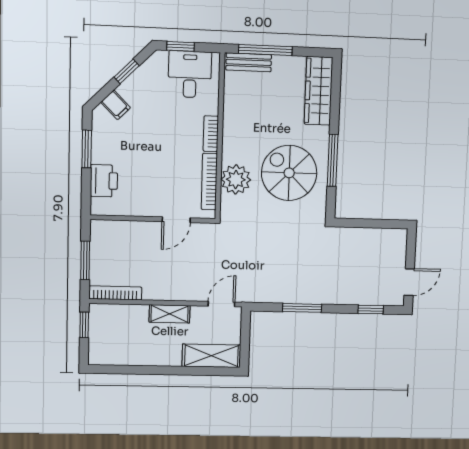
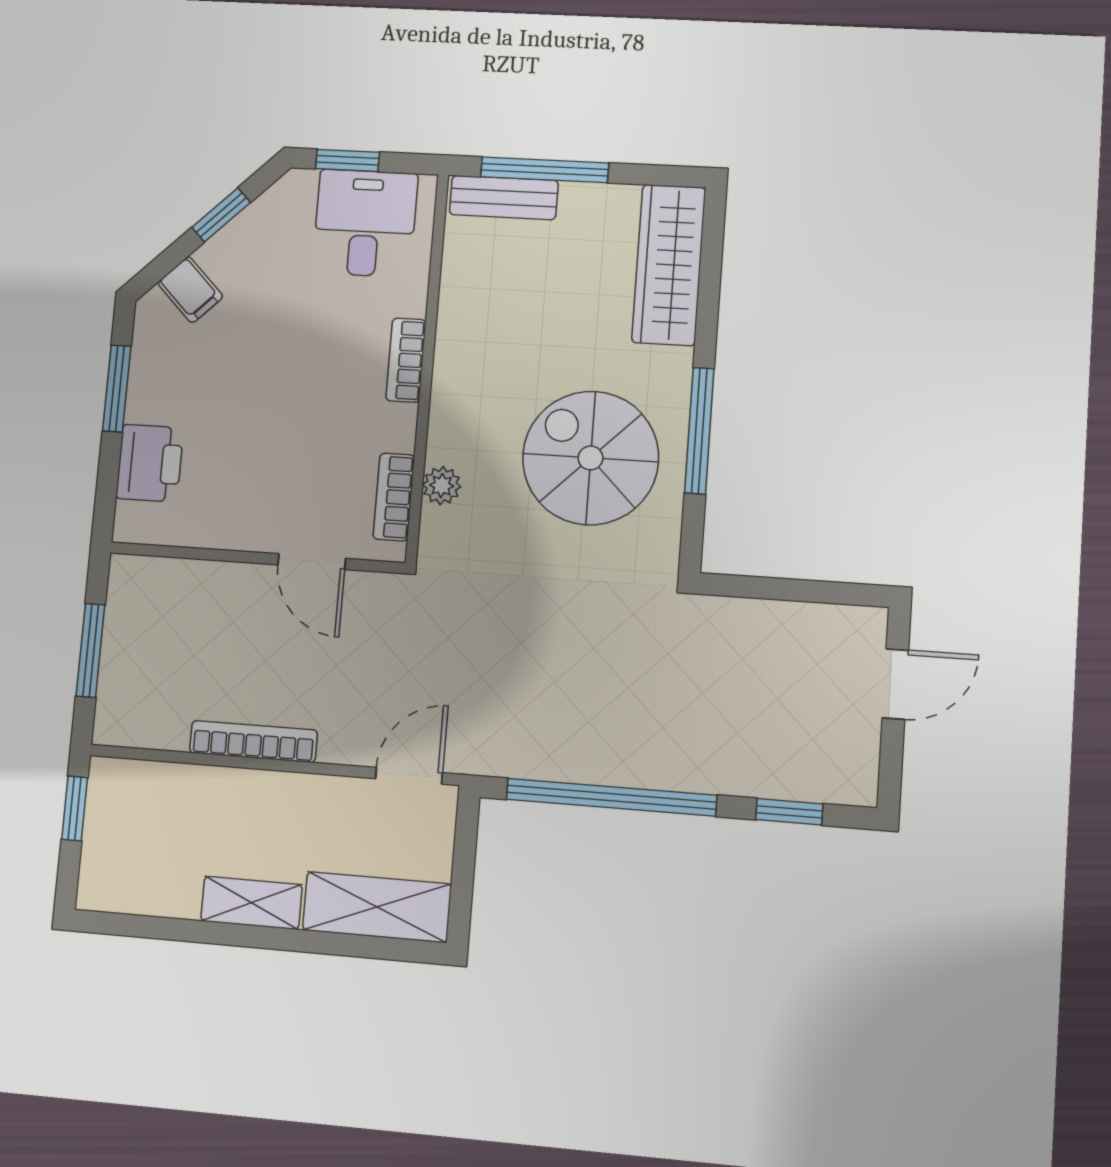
plant: (236, 180) -> (442, 486), width x0.53, depth x0.53
bookcase: (209, 182) -> (394, 497), width x0.64
door: (176, 220) -> (312, 562), hinge flipped
door: (409, 282) -> (895, 684), moved
bookcase: (115, 293) -> (253, 741), moved
window: (302, 308) -> (611, 797), width x2.11
shelving: (170, 314) -> (251, 903), moved

